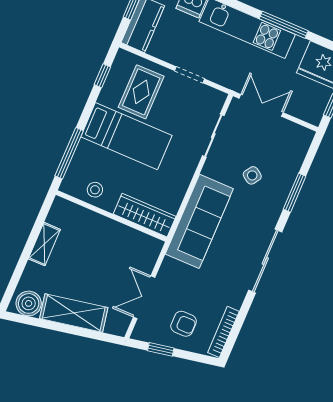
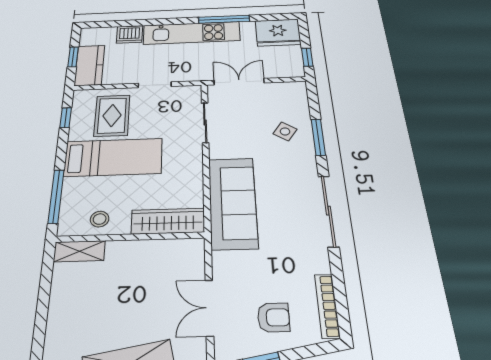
side table: (252, 175) -> (285, 131), moved
shelving: (44, 244) -> (79, 251), moved, turned 90

